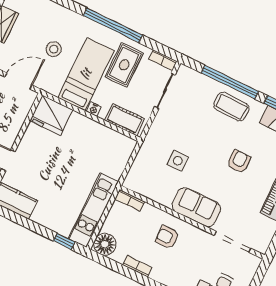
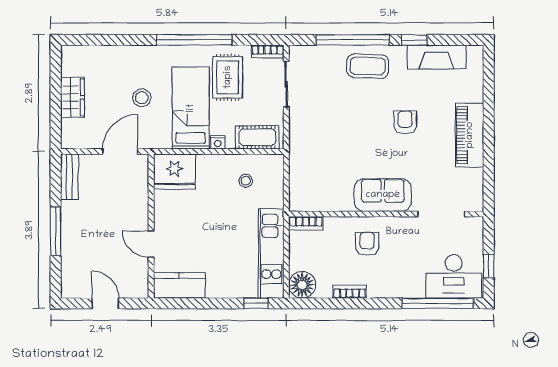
stool: (101, 147) -> (246, 181), added
side table: (178, 161) -> (338, 154), removed
armchair: (167, 237) -> (367, 244), turned 90

